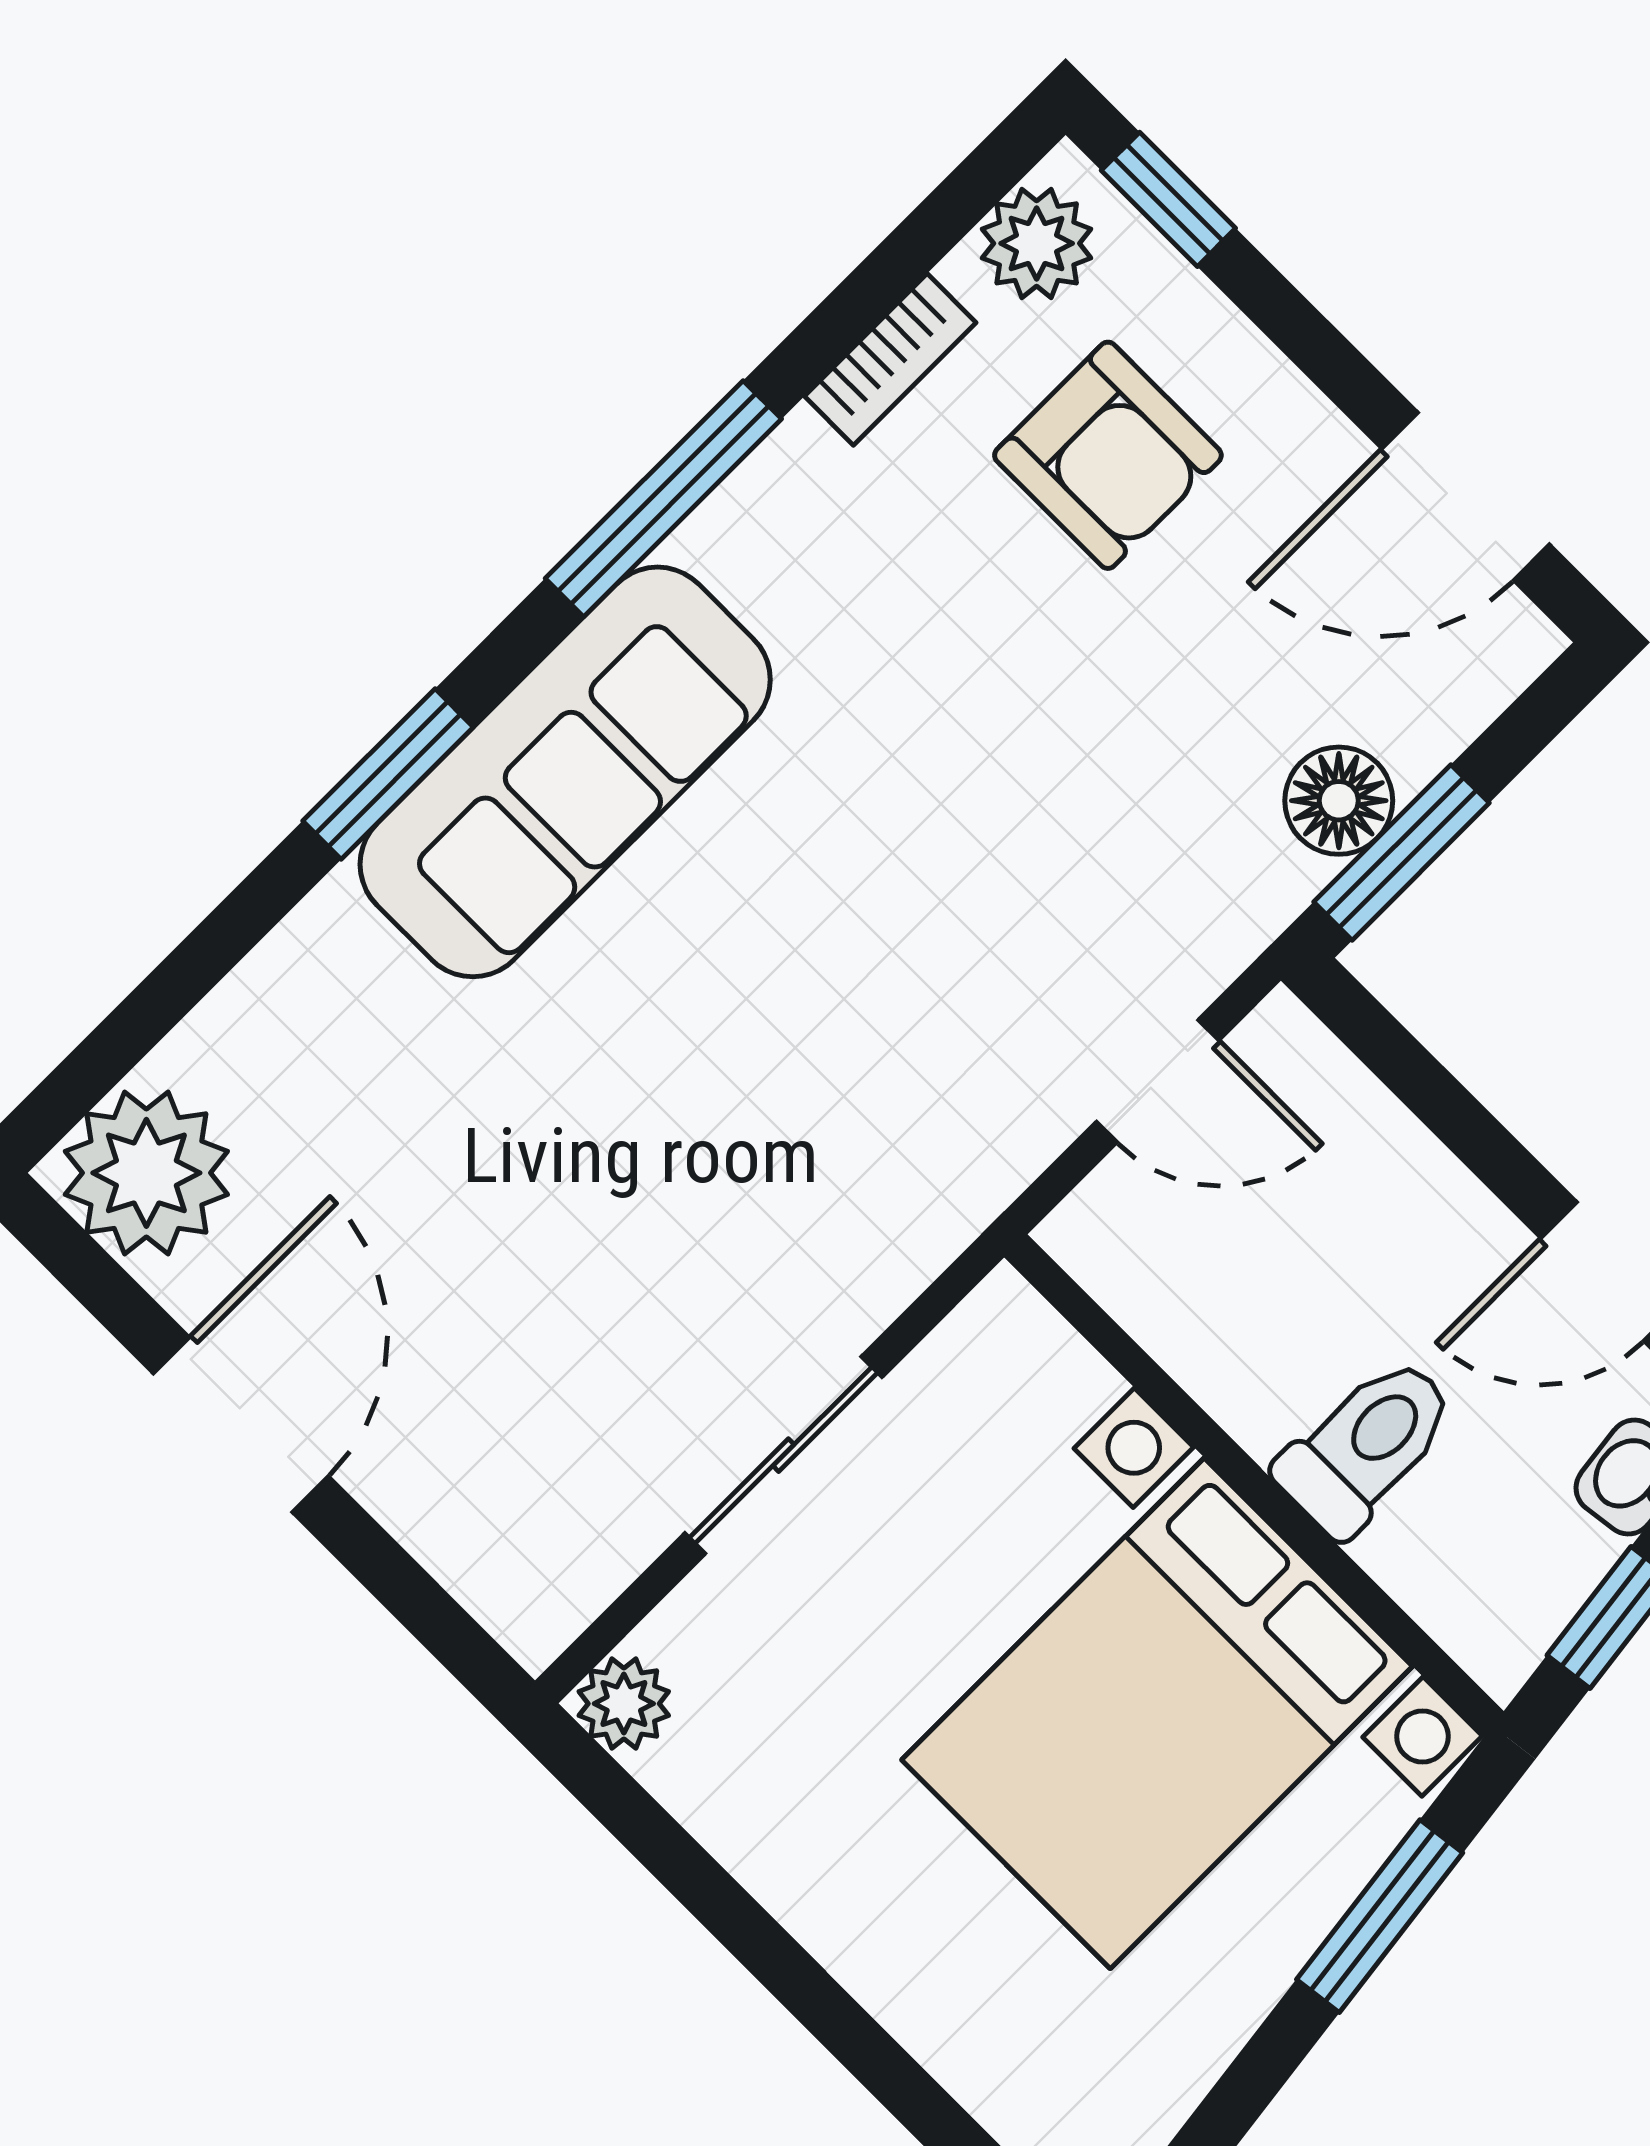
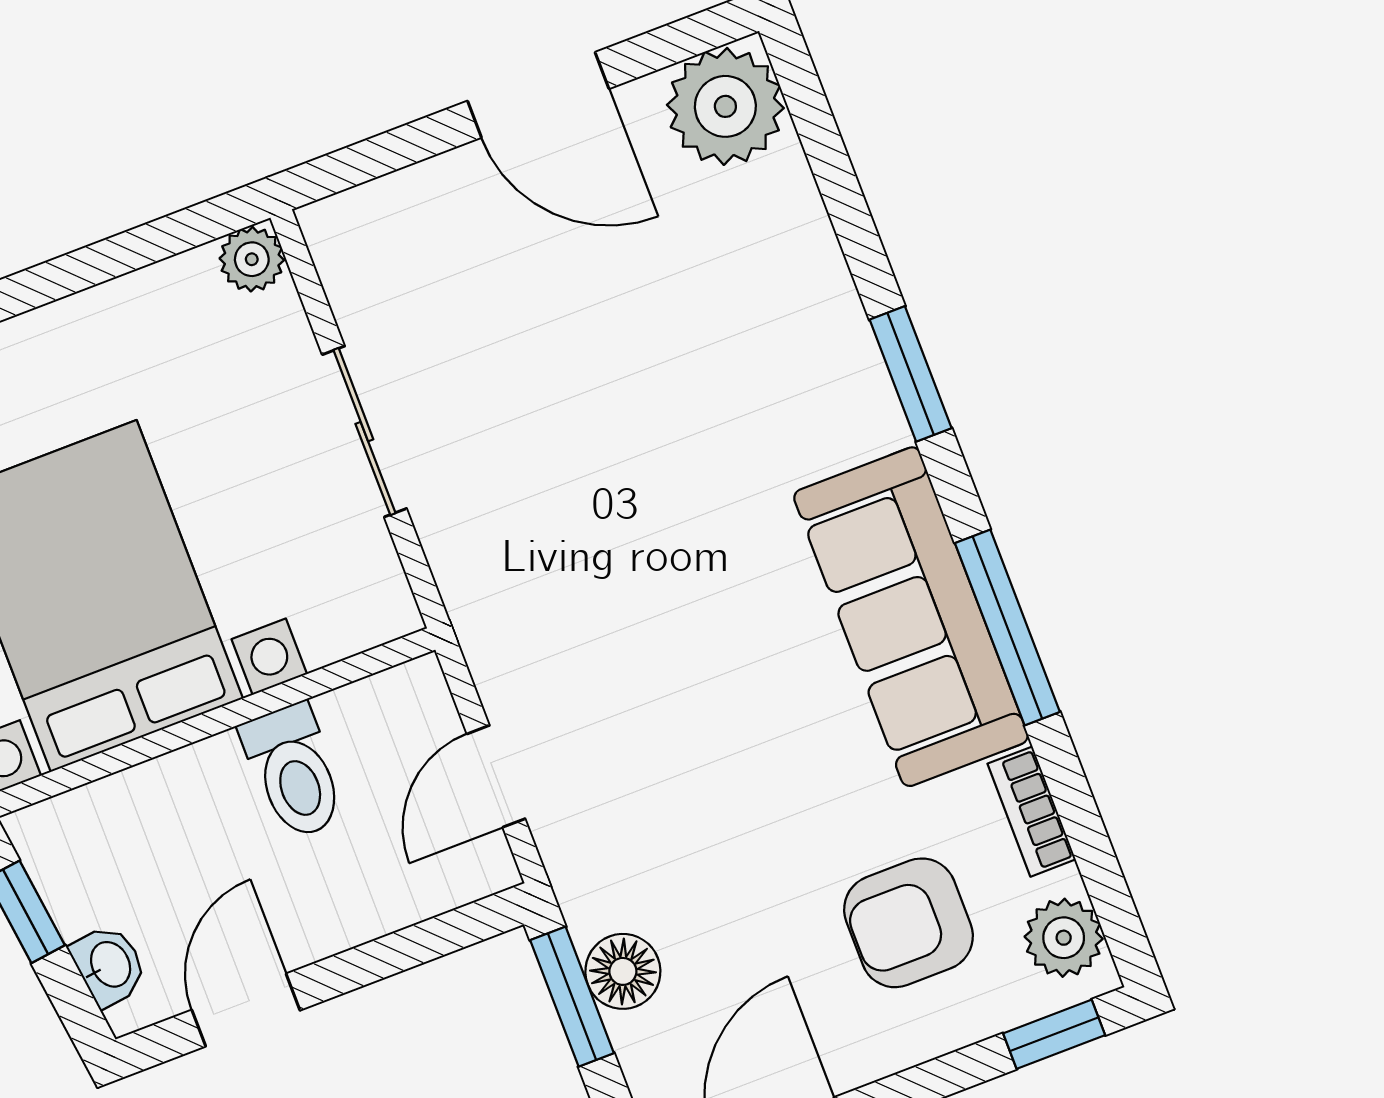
sofa: (565, 772) -> (911, 617), moved
toilet: (1367, 1446) -> (294, 771), moved

